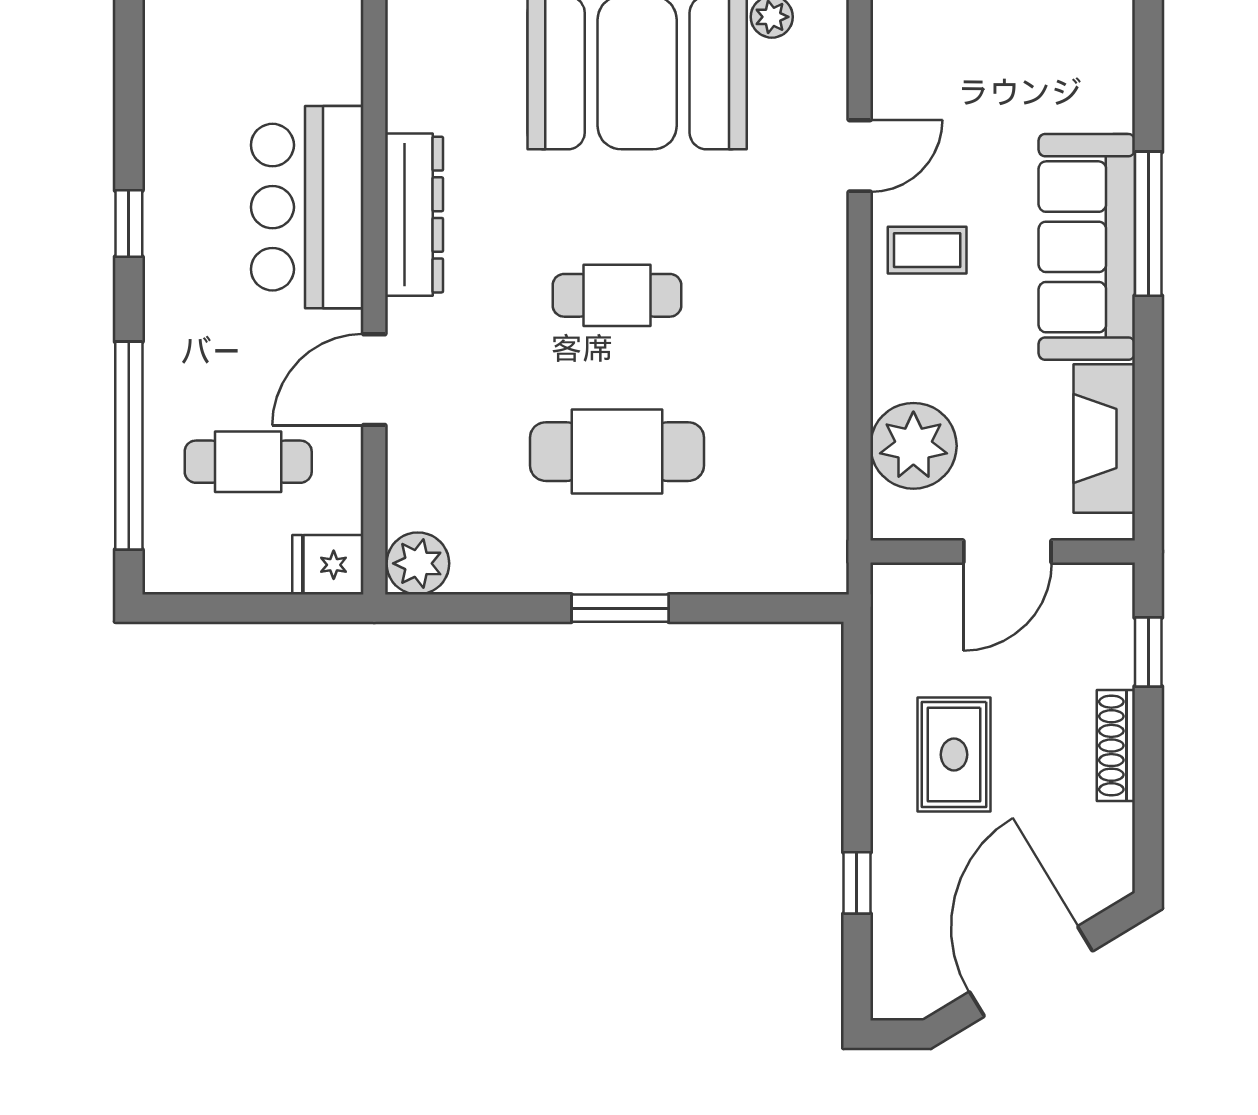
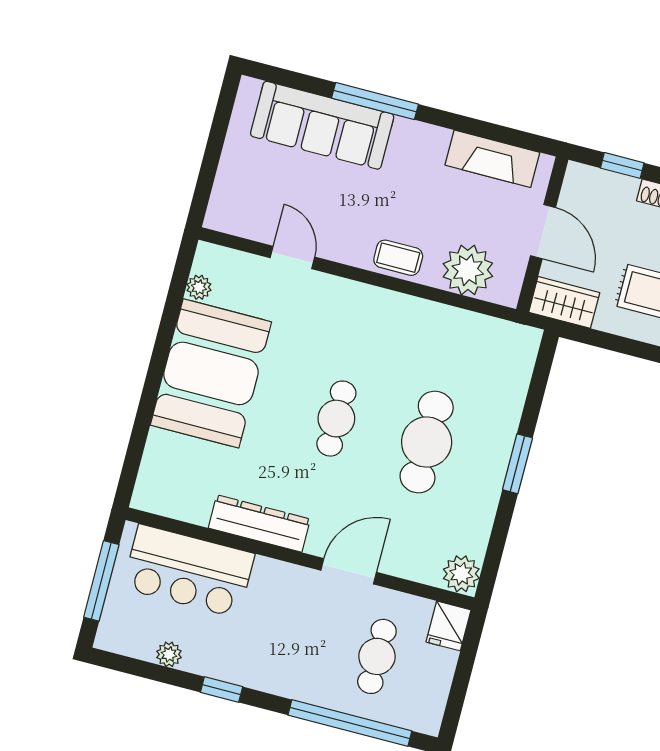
plant: (164, 123) -> (169, 654), added
bar counter: (307, 207) -> (189, 571), moved
sofa: (1087, 247) -> (322, 125), moved
coffee table: (927, 250) -> (398, 258), moved, turned 90
door: (374, 380) -> (349, 571), swing flipped
wardrobe: (902, 616) -> (564, 302), added

